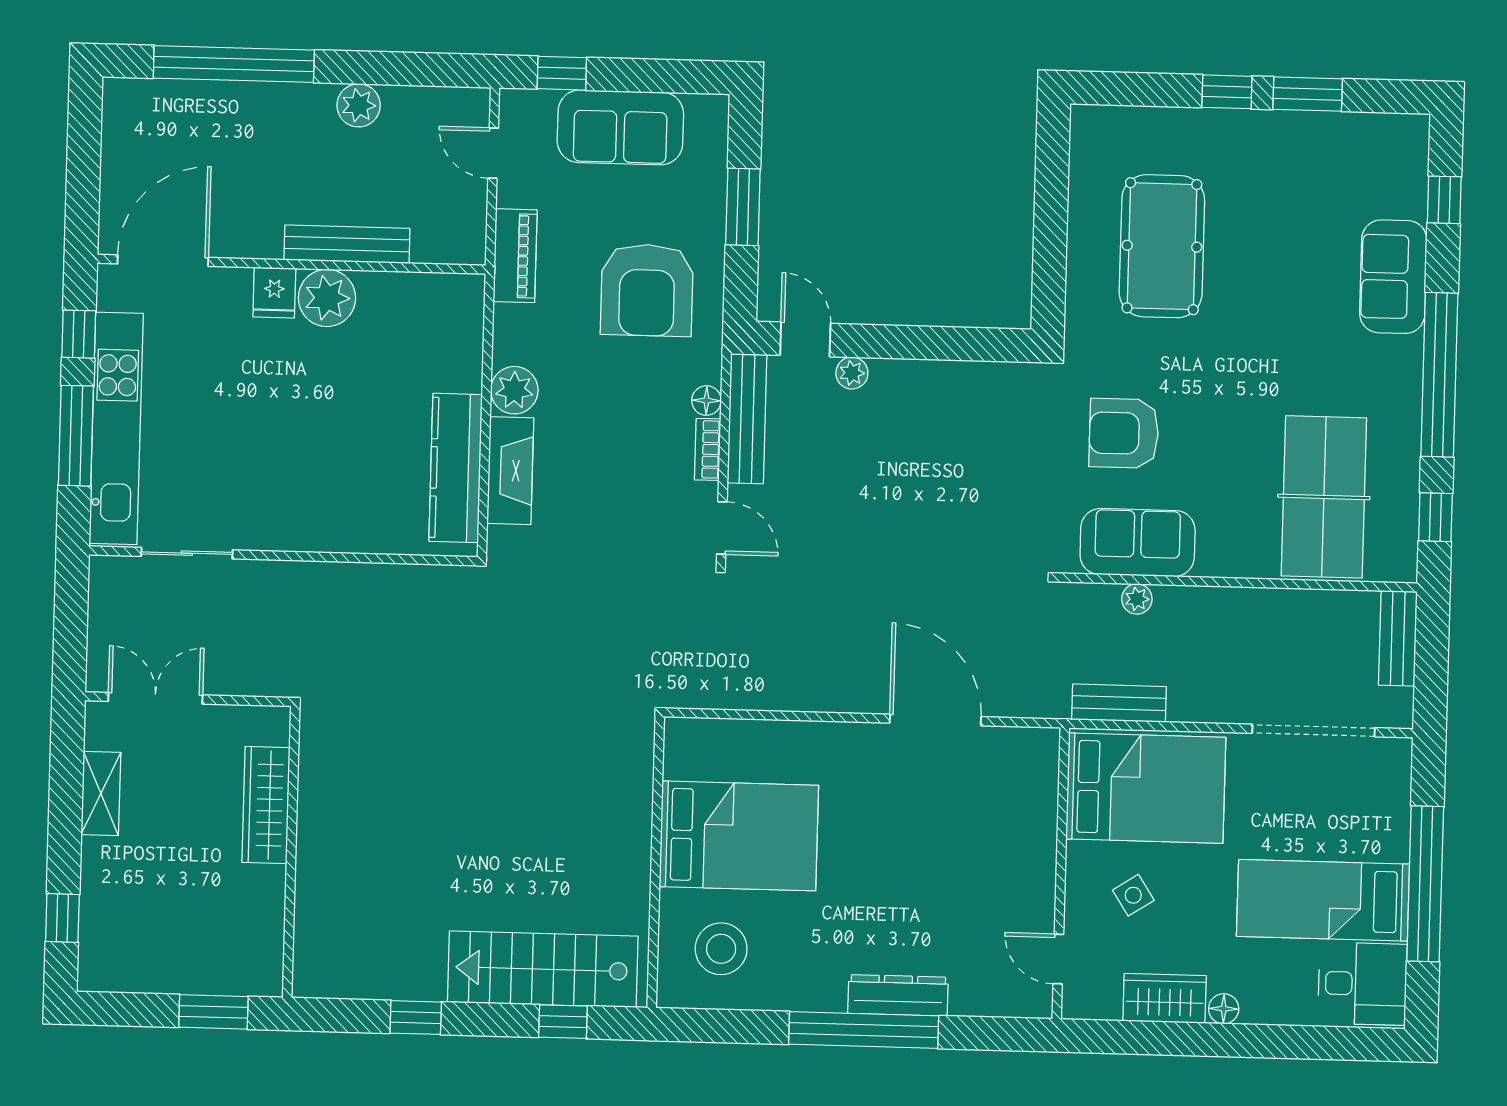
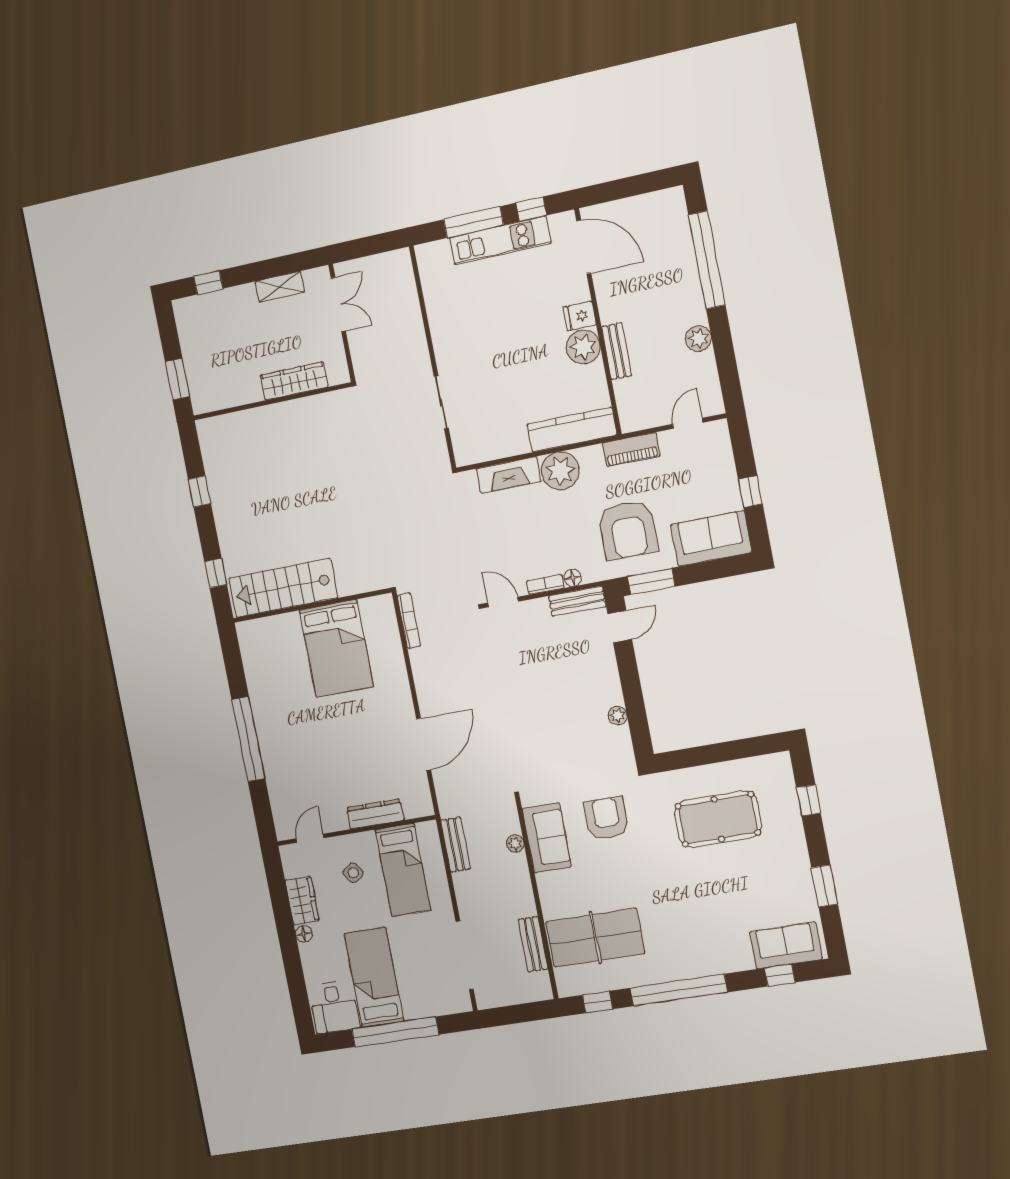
window: (562, 73) -> (750, 492), moved
window: (1227, 92) -> (808, 800), moved
sofa: (620, 127) -> (711, 539), moved, turned 90
window: (743, 207) -> (651, 581), moved
bench: (347, 244) -> (617, 351), width x0.73
sofa: (1393, 277) -> (786, 946), moved
armchair: (647, 290) -> (628, 530), turned -90
plant: (852, 373) -> (618, 715), moved
plant: (514, 390) -> (560, 471), width x1.36, depth x1.36
bench: (747, 419) -> (577, 601), width x0.73
kitchen unit: (116, 428) -> (500, 240), width x0.73
kitchen counter: (456, 468) -> (572, 430), moved
door: (722, 528) -> (503, 602), swing flipped
sliding door: (187, 553) -> (441, 402), moved
bench: (1398, 638) -> (533, 944), moved, turned 90
bookcase: (719, 698) -> (409, 621), added
bed: (1146, 788) -> (403, 870), width x0.67
stool: (721, 949) -> (274, 652), removed
stairs: (543, 969) -> (283, 588), moved, turned -90
dresser: (898, 995) -> (375, 814), moved, turned -90

